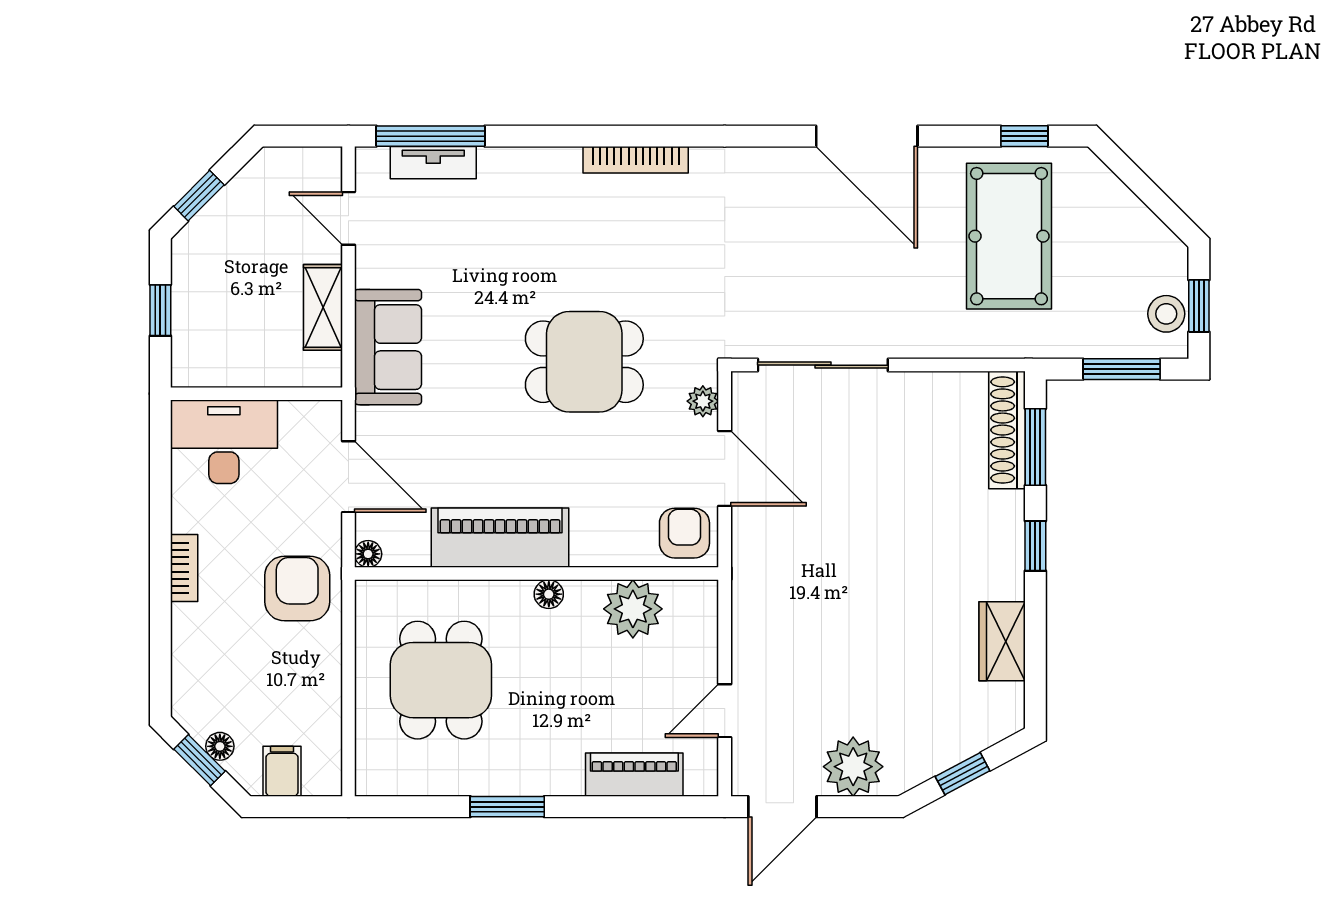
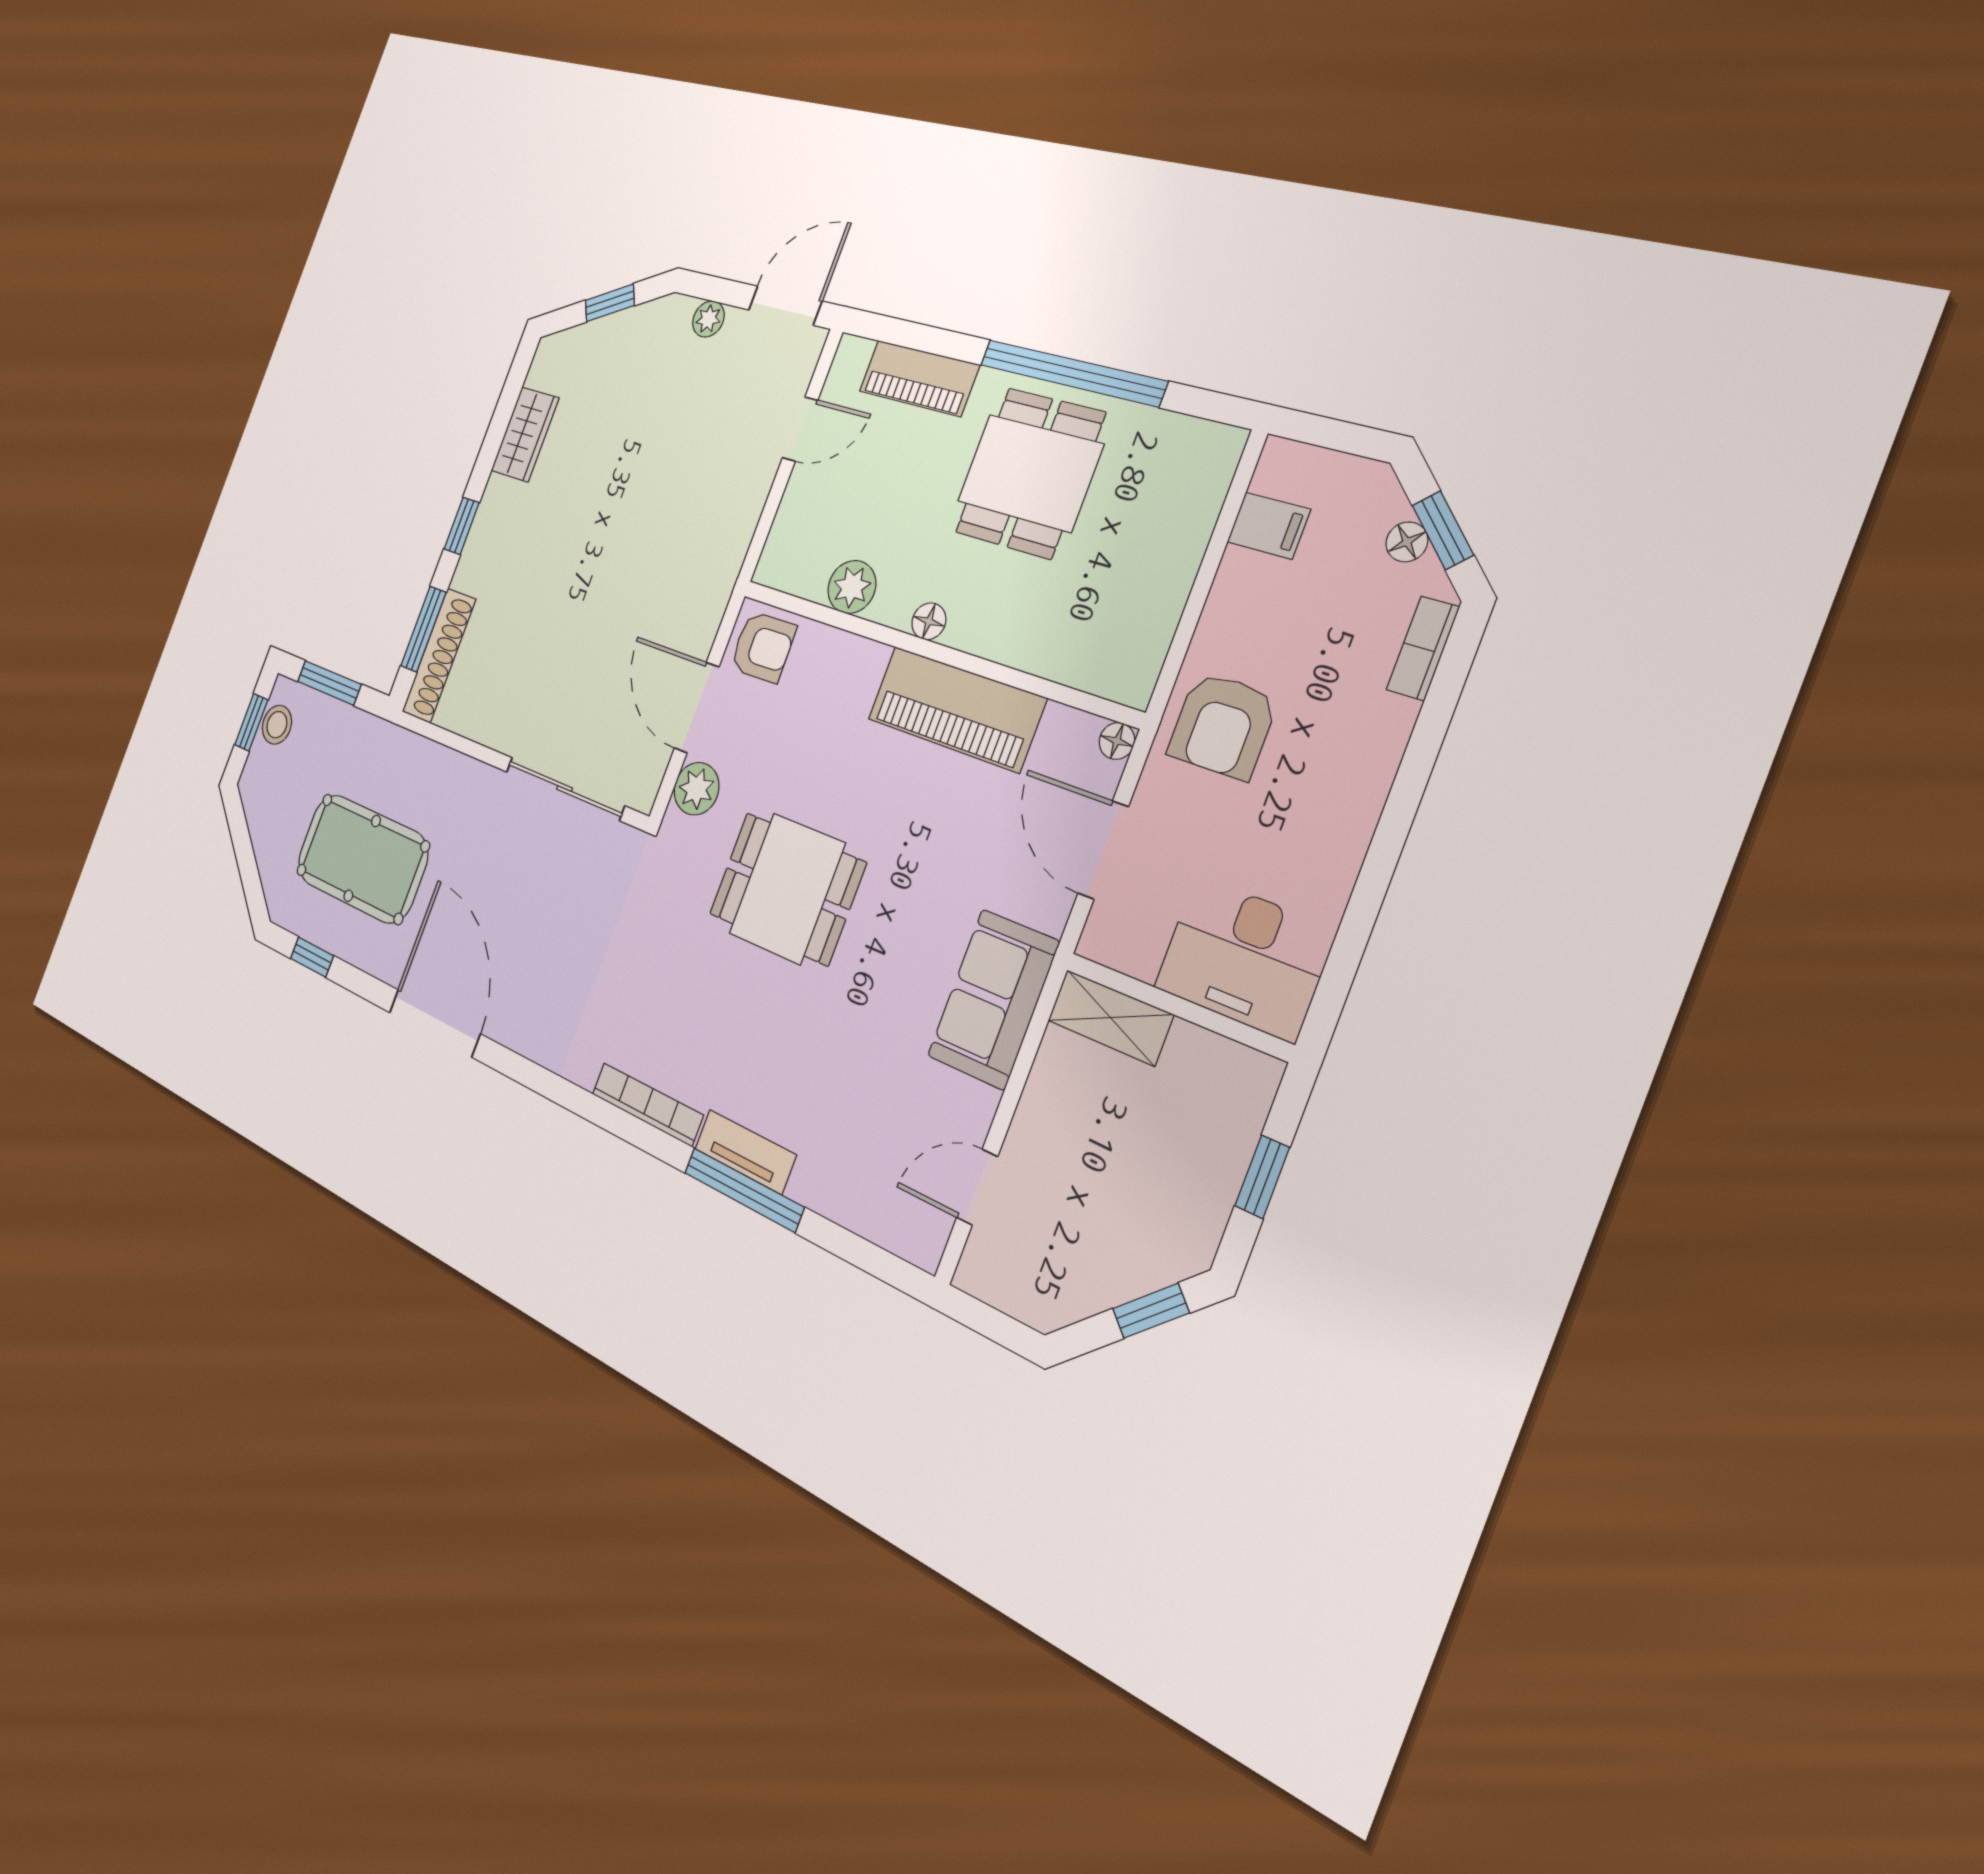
window: (430, 136) -> (744, 1190), moved
tv unit: (433, 163) -> (745, 1152), moved
door: (348, 218) -> (977, 1187), swing flipped
pool table: (1009, 236) -> (362, 858), turned 90
shelving: (323, 307) -> (1110, 1018), moved, turned 90
plant: (703, 401) -> (696, 789), width x1.38, depth x1.38
armchair: (684, 533) -> (763, 647), turned -91
bookcase: (184, 568) -> (1423, 648), moved
plant: (633, 609) -> (852, 587), width x0.73, depth x0.73
dining table: (441, 680) -> (1030, 473), moved
plant: (853, 767) -> (708, 319), width x0.53, depth x0.53
filing cabinet: (282, 771) -> (1269, 526), moved, turned -90
window: (507, 807) -> (1072, 373), width x2.11

